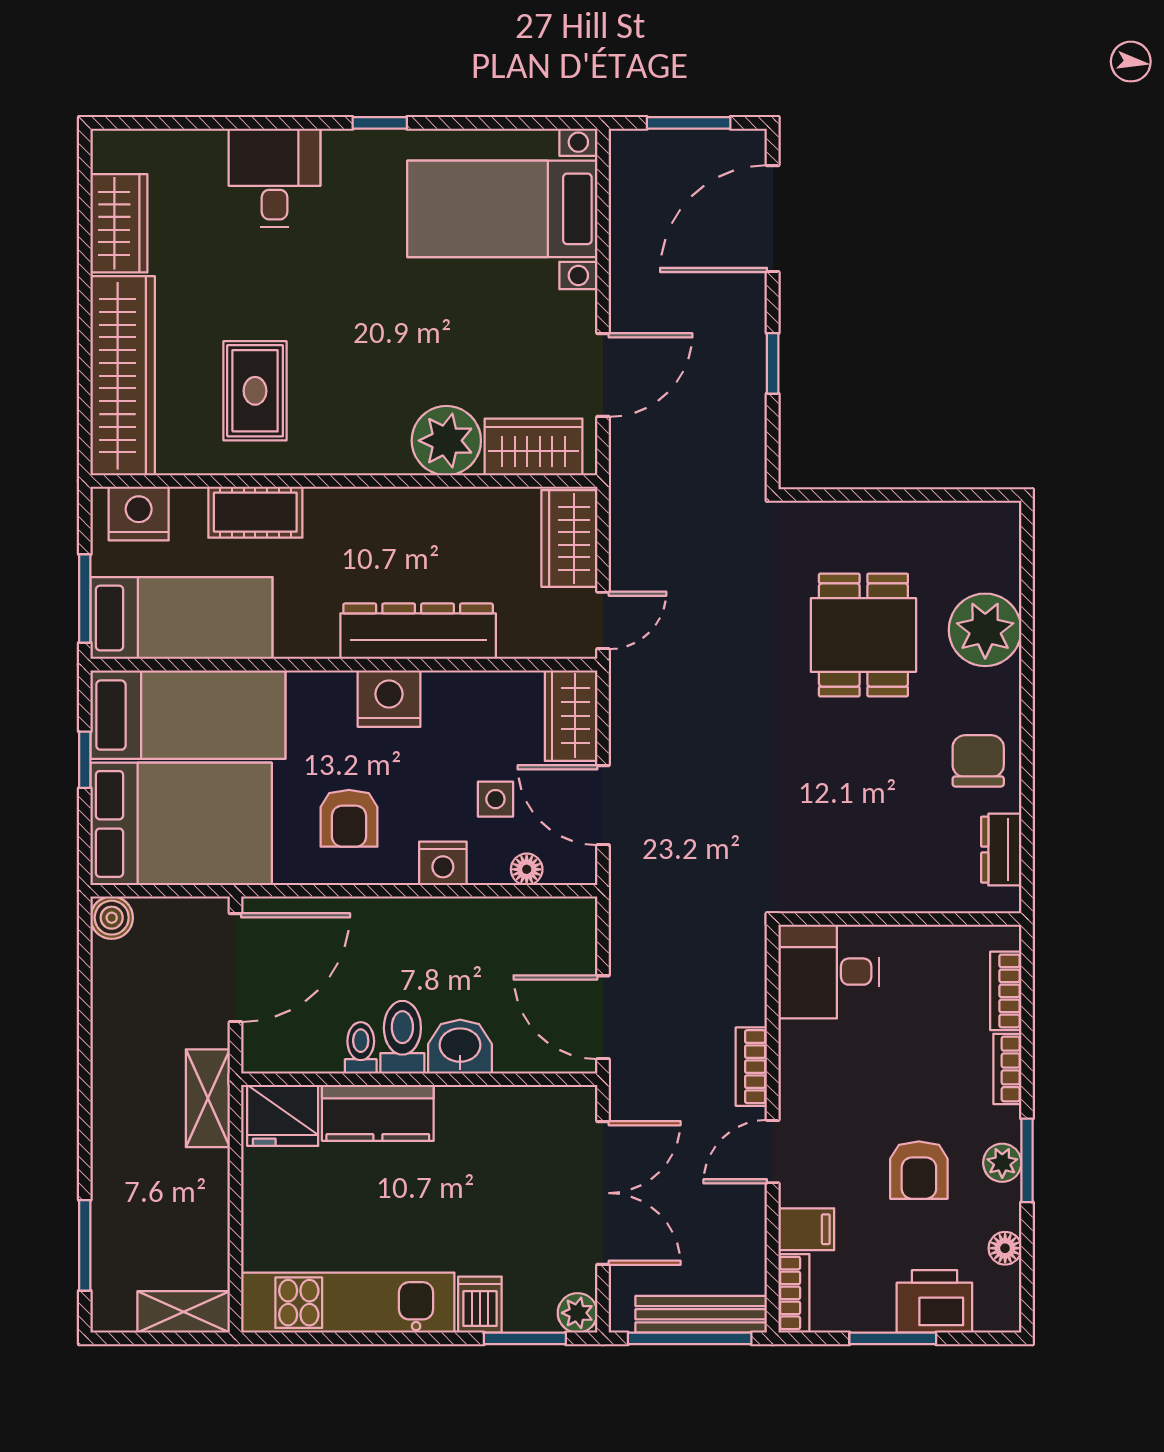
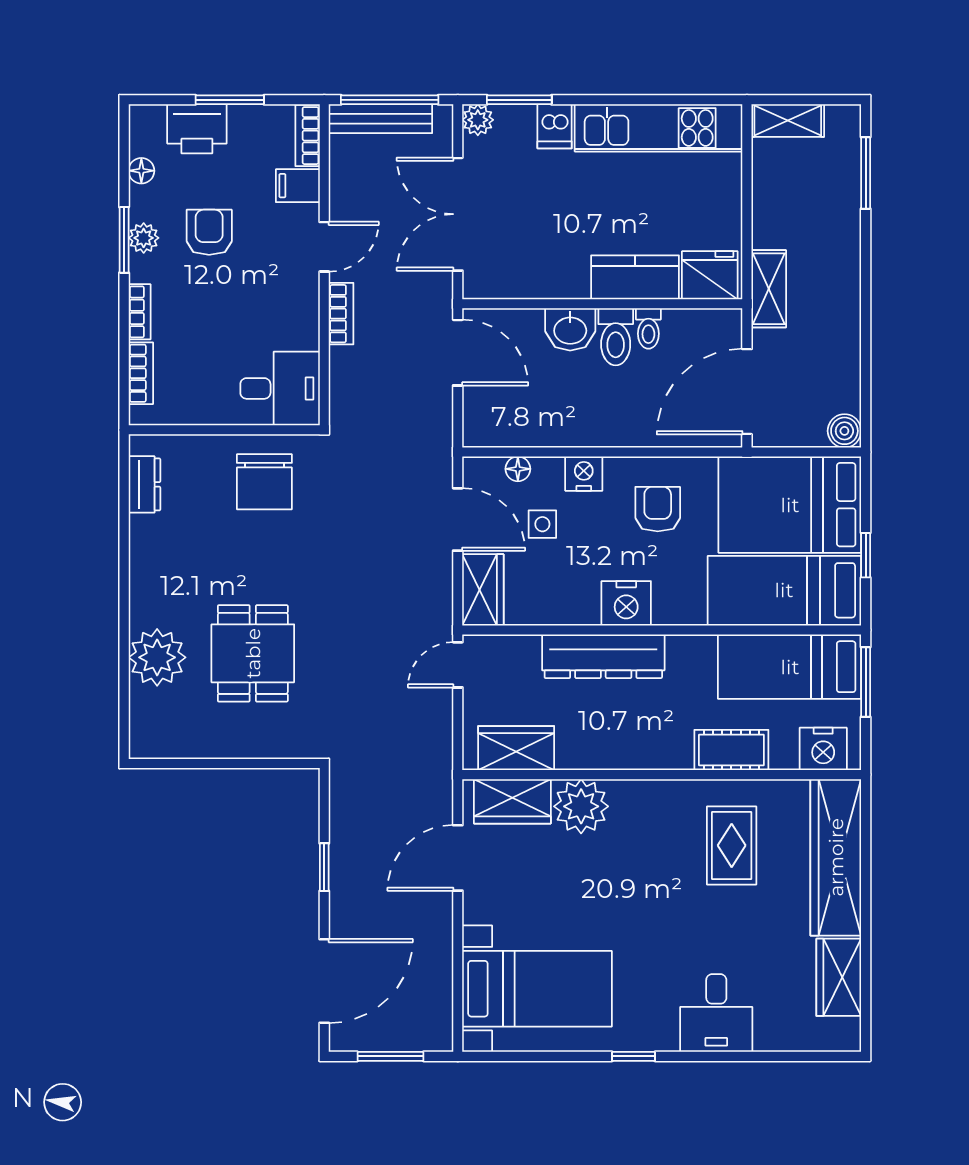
wardrobe: (569, 538) -> (516, 748), moved, turned -90
chair: (978, 761) -> (264, 482), moved, width x1.37, depth x1.37

